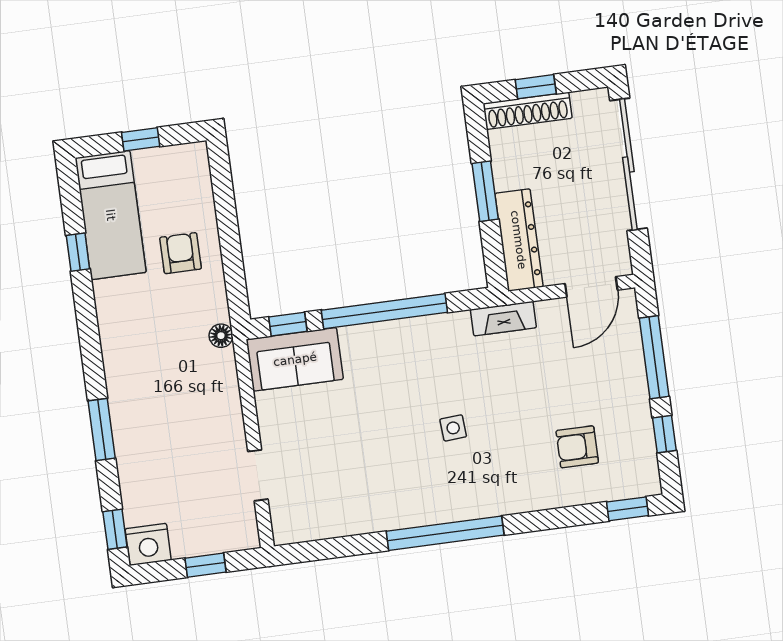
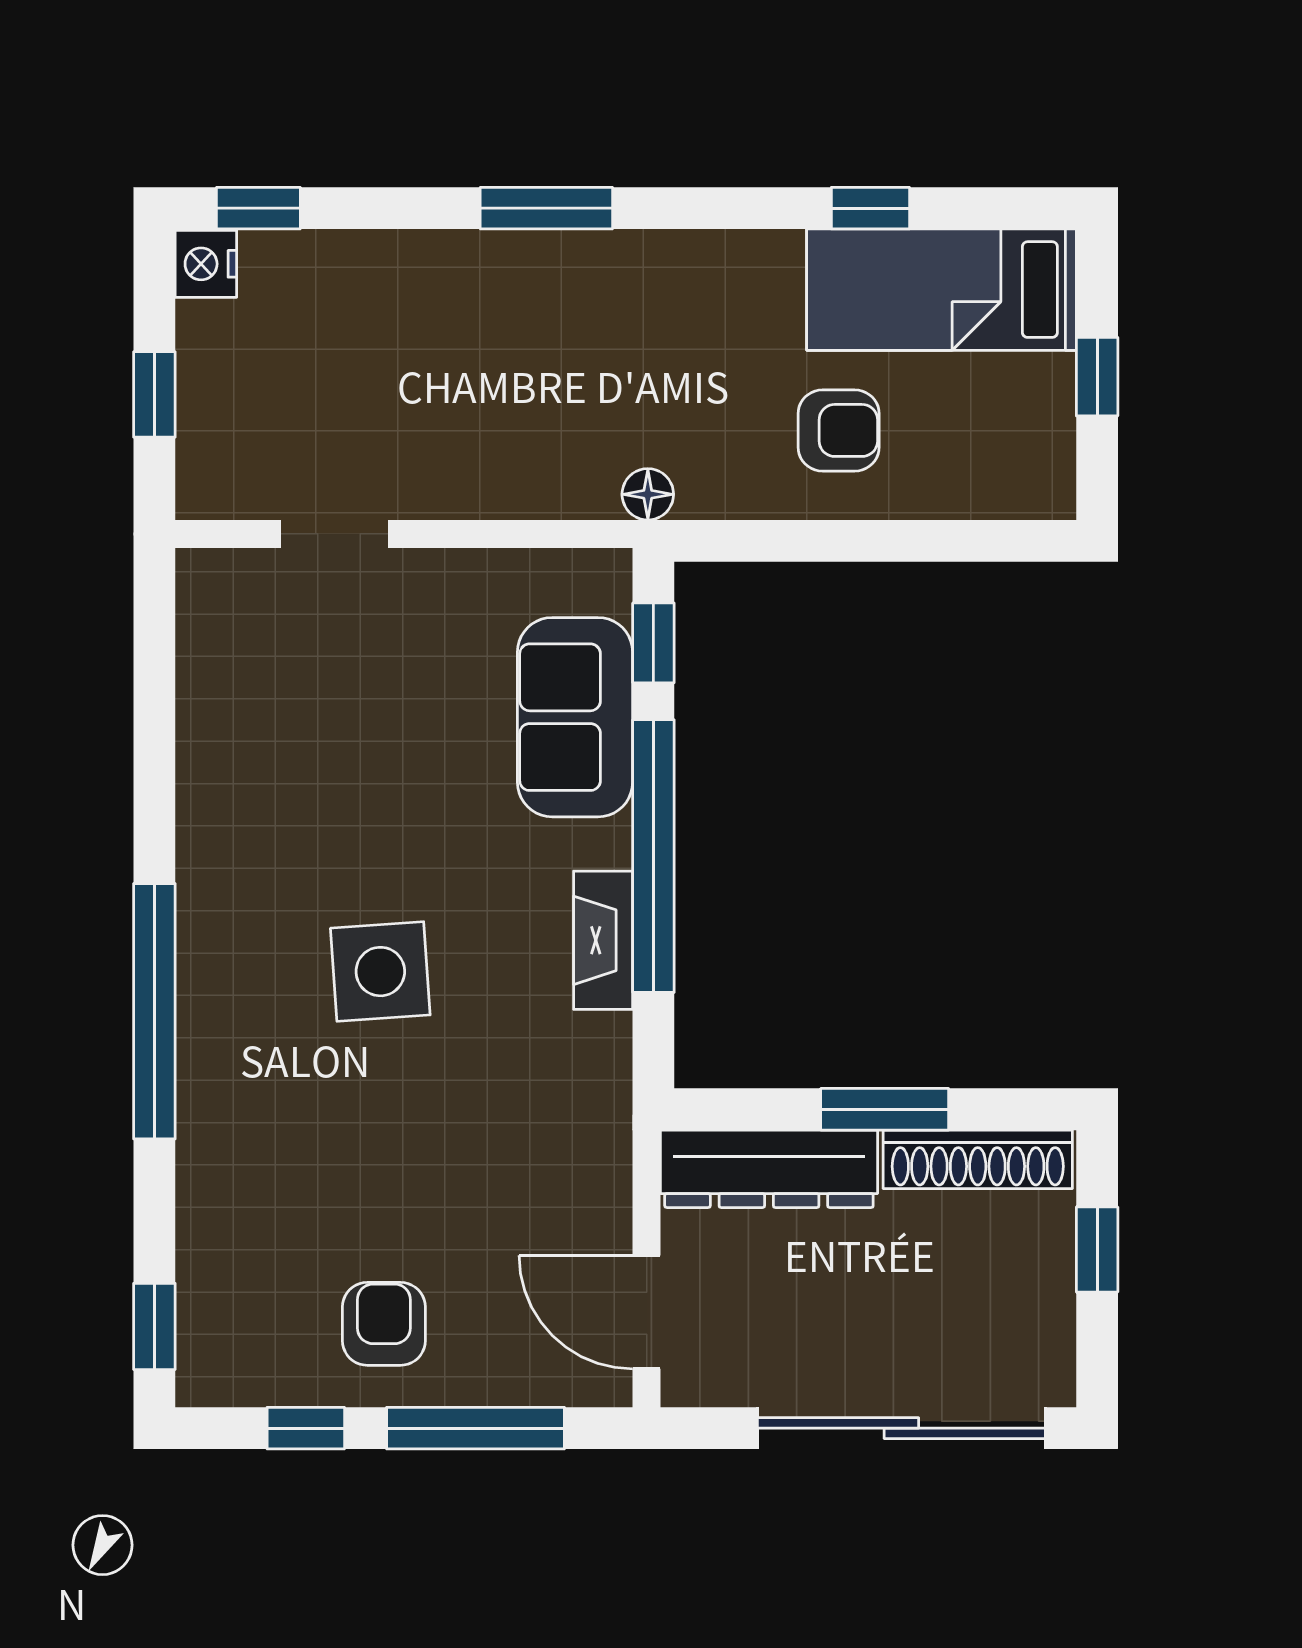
shoe rack: (528, 111) -> (978, 1159), moved, turned -90
fireplace: (503, 319) -> (603, 940), moved
sofa: (295, 359) -> (575, 717), moved
side table: (453, 428) -> (380, 972), width x1.87, depth x1.87
window: (102, 429) -> (546, 208), moved
armchair: (577, 447) -> (384, 1324), moved
window: (445, 533) -> (154, 1011), moved
nightstand: (148, 544) -> (206, 264), width x0.74, depth x0.75

